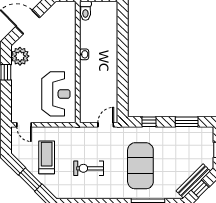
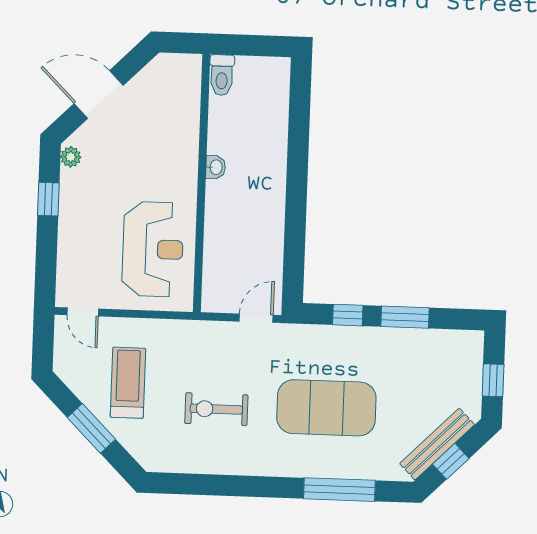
plant: (20, 56) -> (71, 157), width x0.53, depth x0.53
window: (187, 122) -> (405, 317), moved
exercise mat: (140, 166) -> (326, 408), turned 90

